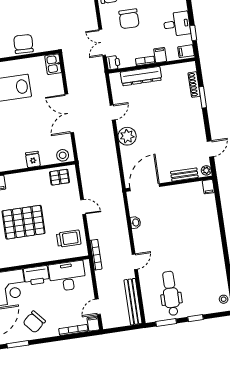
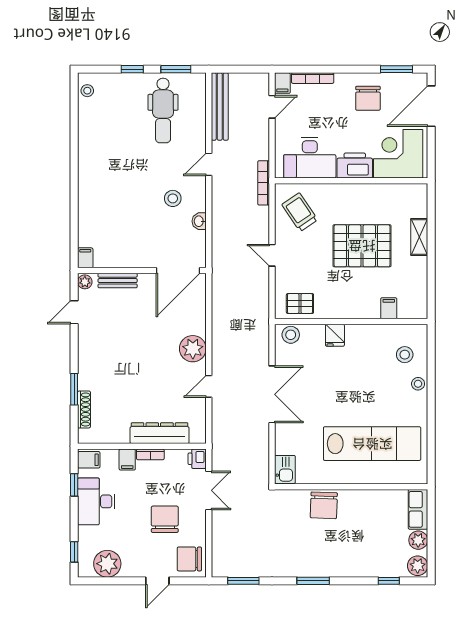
desk: (177, 24) -> (96, 501), width x1.37
stool: (155, 235) -> (173, 198), added
trolley: (69, 239) -> (300, 212), turned 56
chair: (34, 322) -> (368, 98), turned 131

